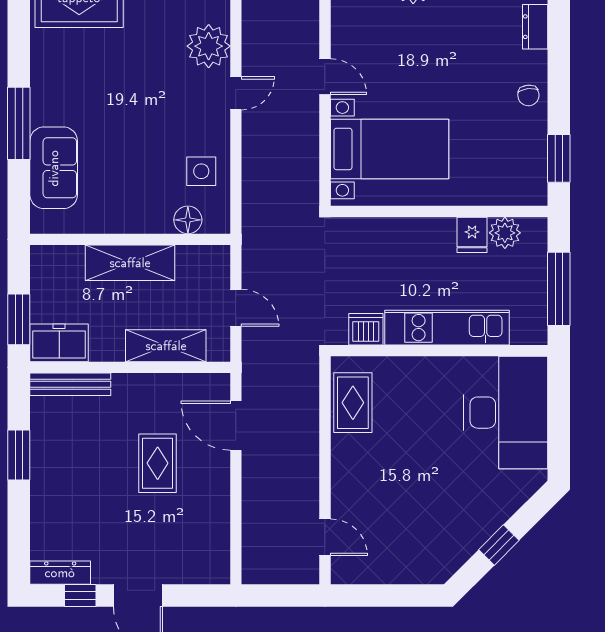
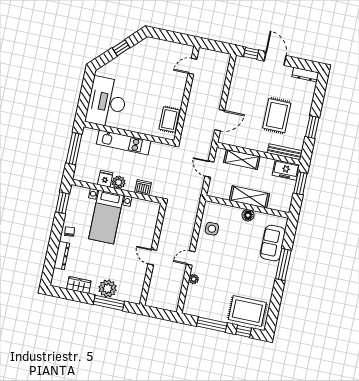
dresser: (535, 27) -> (62, 255), width x1.44
plant: (209, 46) -> (194, 279), width x0.53, depth x0.53
bed with nightstands: (390, 149) -> (106, 217), moved, turned -90
floor lamp: (188, 220) -> (248, 215), moved
plant: (505, 233) -> (119, 182), moved
dishwasher: (366, 329) -> (143, 187), moved, turned 180
door: (236, 426) -> (220, 120), hinge flipped
rug: (158, 463) -> (277, 116), moved, width x1.36, depth x1.43
door: (325, 537) -> (193, 66), hinge flipped
window: (80, 596) -> (251, 53), moved

